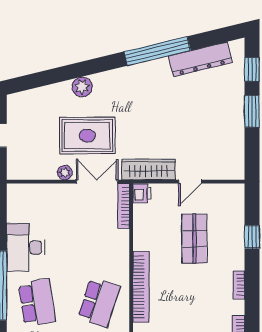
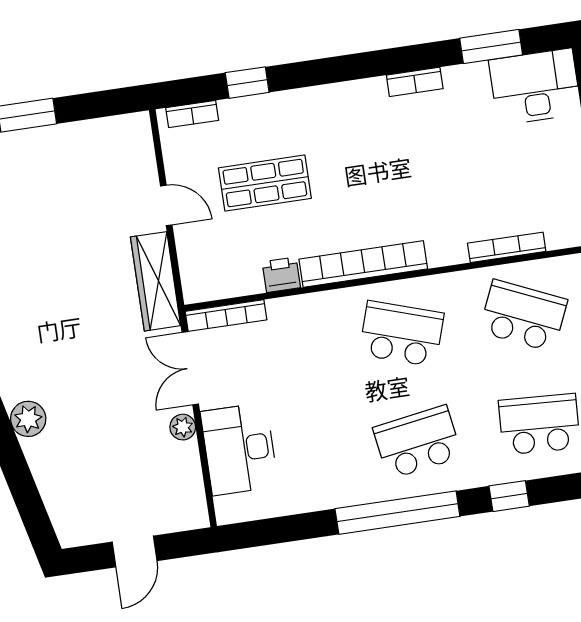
rug: (87, 136) -> (112, 397), removed
printer: (142, 193) -> (281, 275), moved
desk: (26, 247) -> (239, 449), moved, turned 90
bookcase: (239, 285) -> (192, 114), moved

